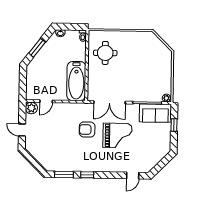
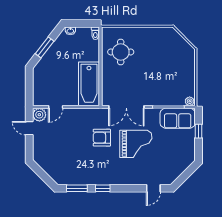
door: (22, 130) -> (29, 128), moved

